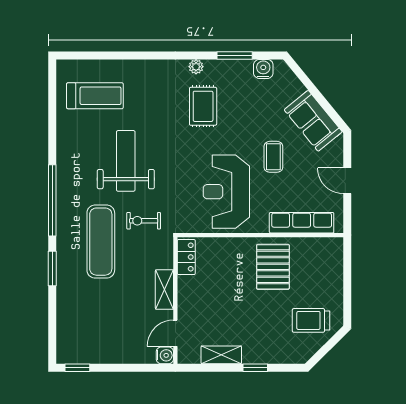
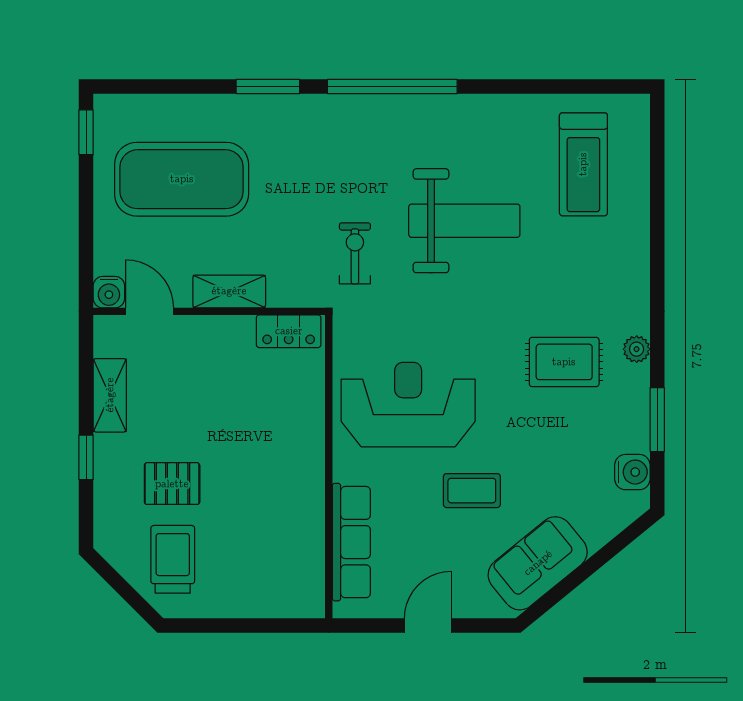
exercise mat: (101, 242) -> (182, 179), moved, width x1.47
pallet: (273, 267) -> (172, 484), moved, width x0.67, depth x0.71

